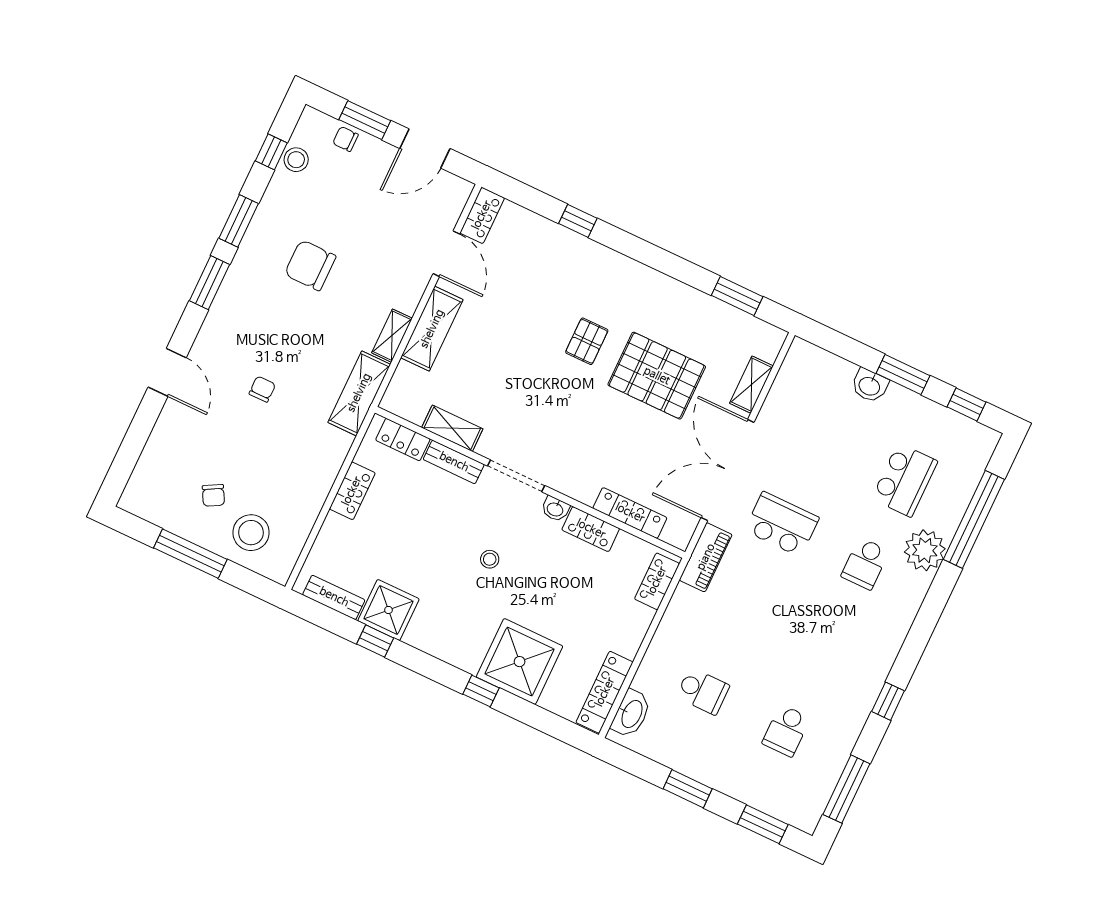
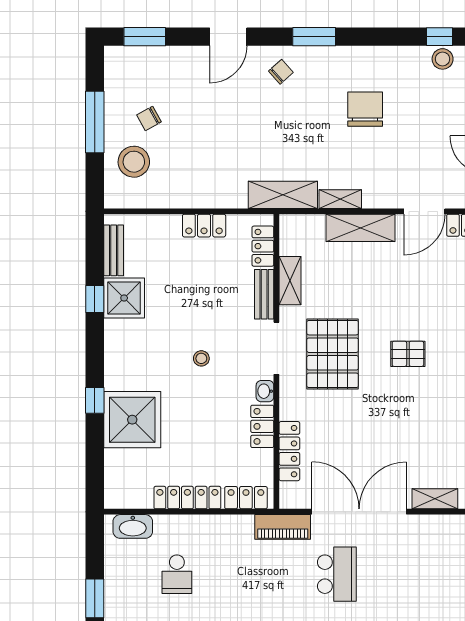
window: (239, 221) -> (145, 37), moved
pallet: (657, 376) -> (333, 354), moved
chair: (262, 389) -> (281, 72), moved, turned -42
locker: (605, 692) -> (187, 498), moved

